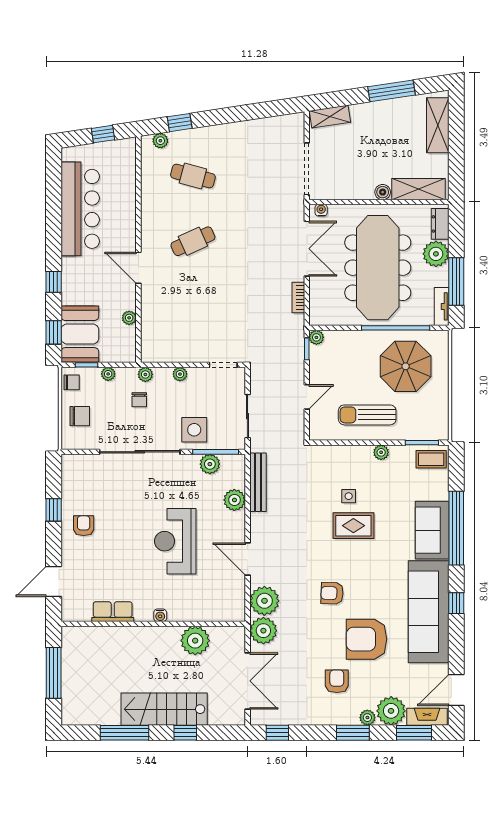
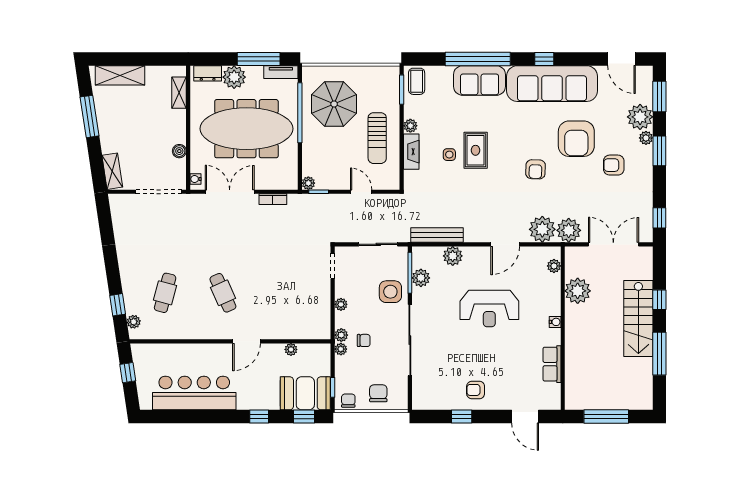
shelving: (418, 189) -> (179, 93), width x0.67, depth x0.75
boiler: (383, 192) -> (179, 151), moved
plant: (108, 374) -> (341, 349), moved
plant: (223, 614) -> (554, 266), added
fireplace: (427, 717) -> (411, 152), moved, turned 180

